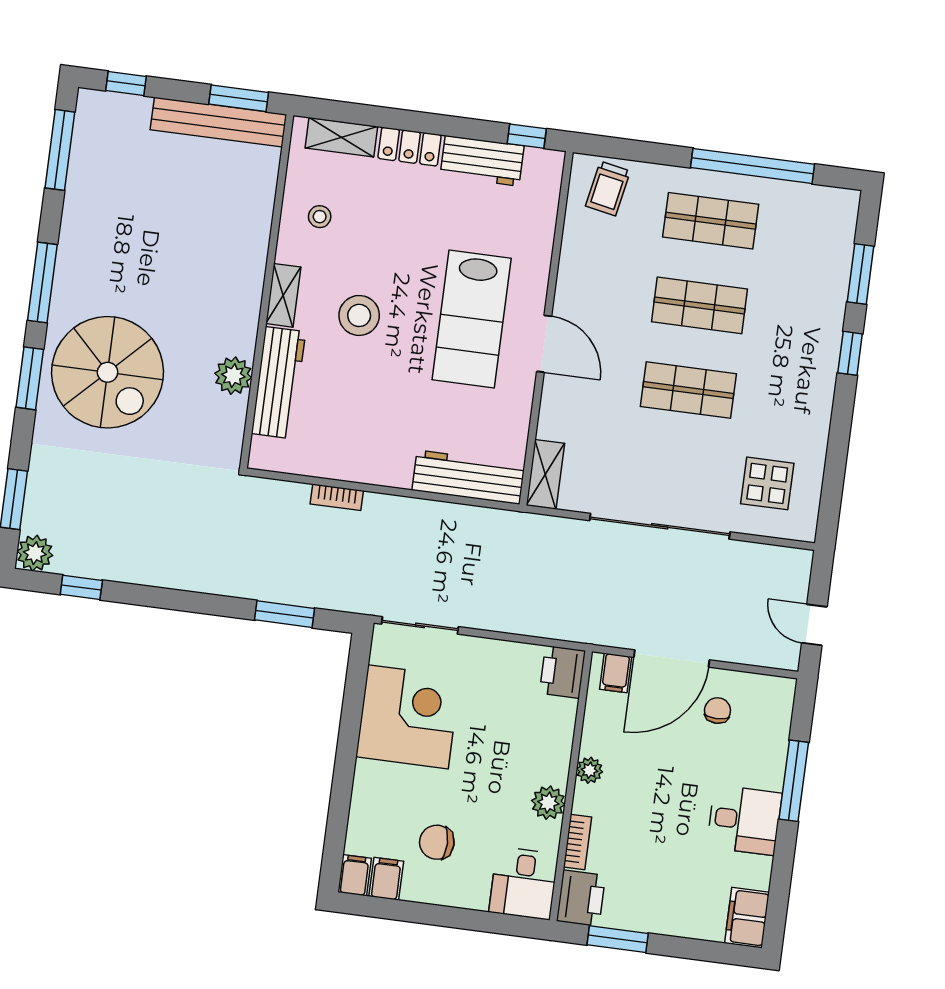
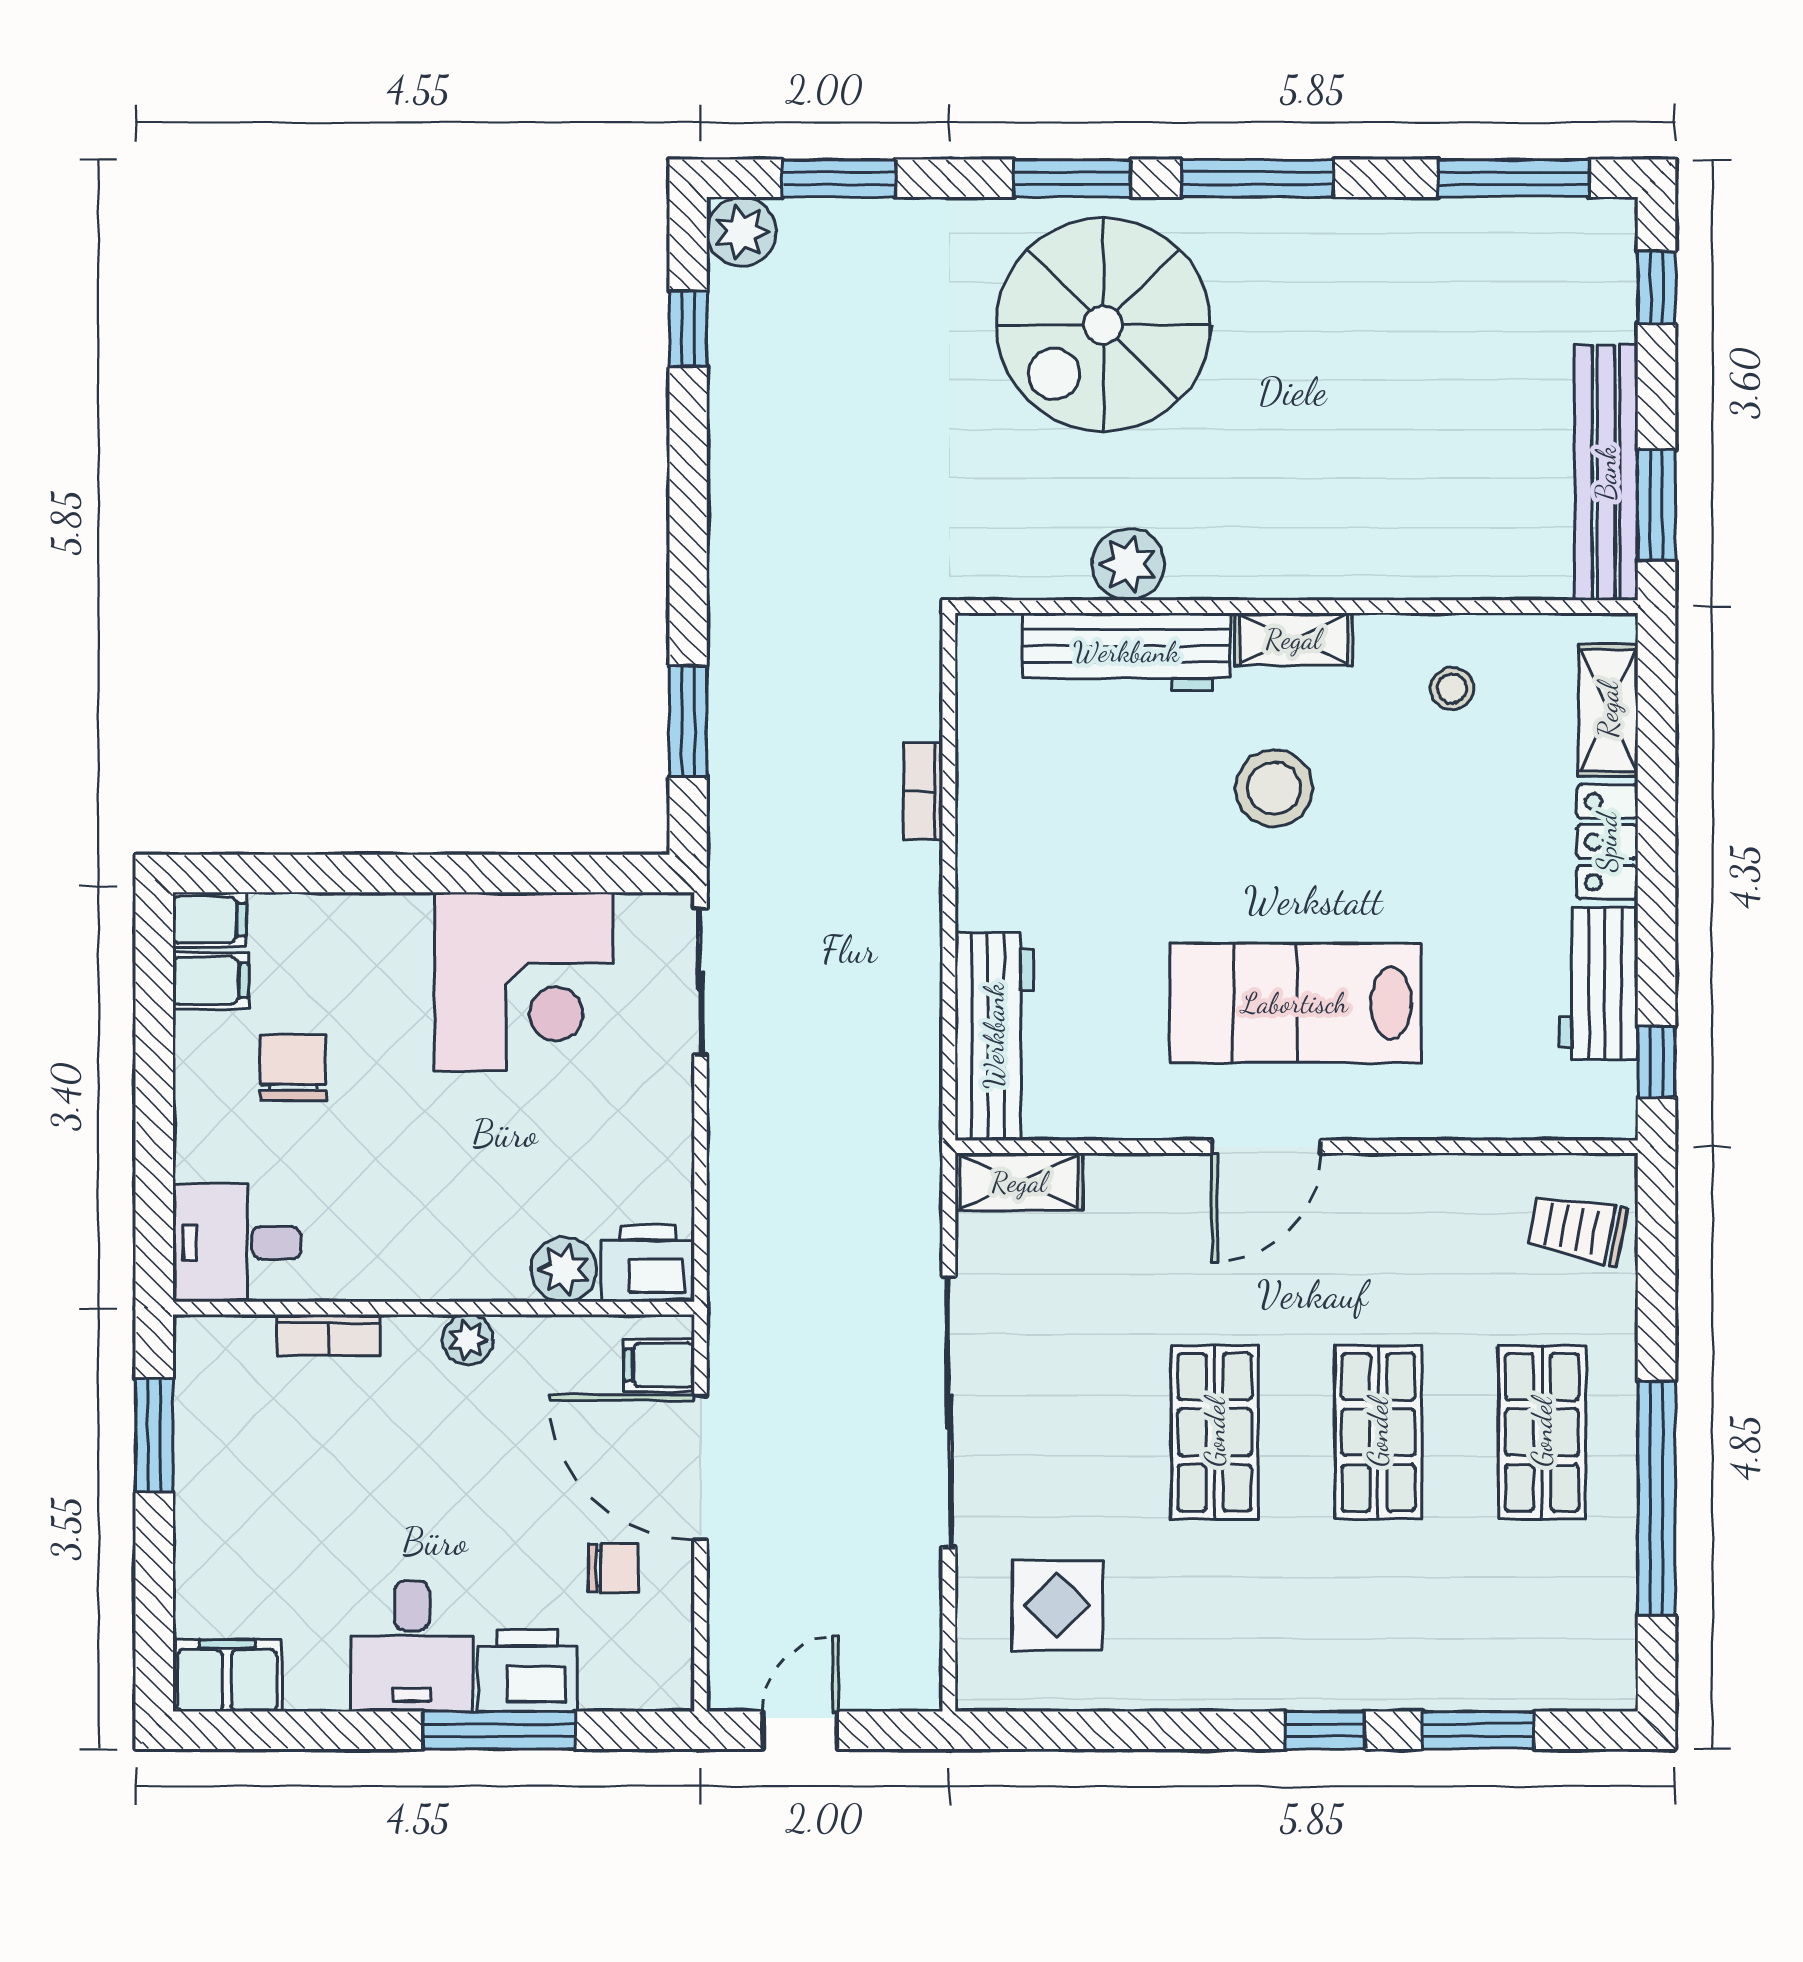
plant: (548, 803) -> (564, 1269), moved
printer: (581, 898) -> (527, 1671), moved, turned 180

